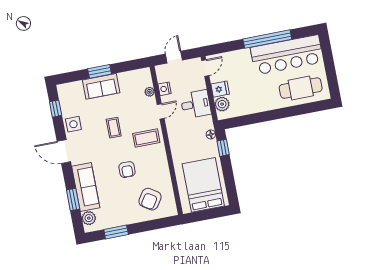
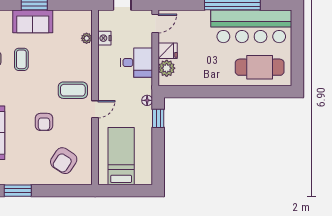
door: (161, 111) -> (95, 109), moved
coffee table: (114, 128) -> (21, 59), moved
bed: (203, 185) -> (121, 156), width x0.67

